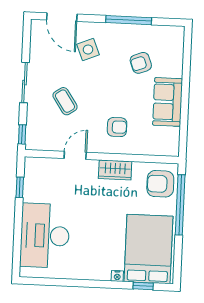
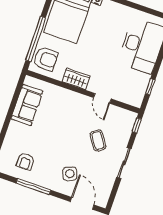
armchair: (141, 63) -> (25, 161), moved, turned 111
sofa: (168, 102) -> (27, 105), moved
armchair: (117, 127) -> (65, 110), removed
door: (75, 155) -> (102, 98), hinge flipped

